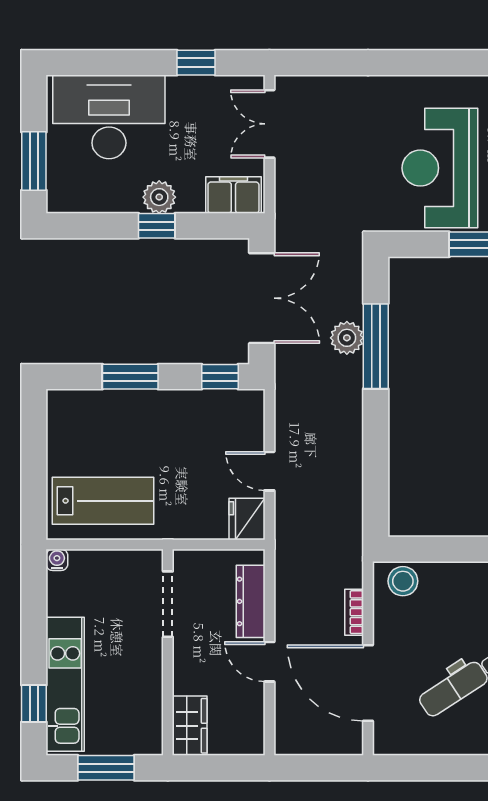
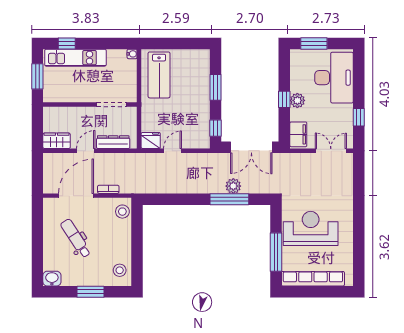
wardrobe: (190, 726) -> (57, 141), moved, turned 180

